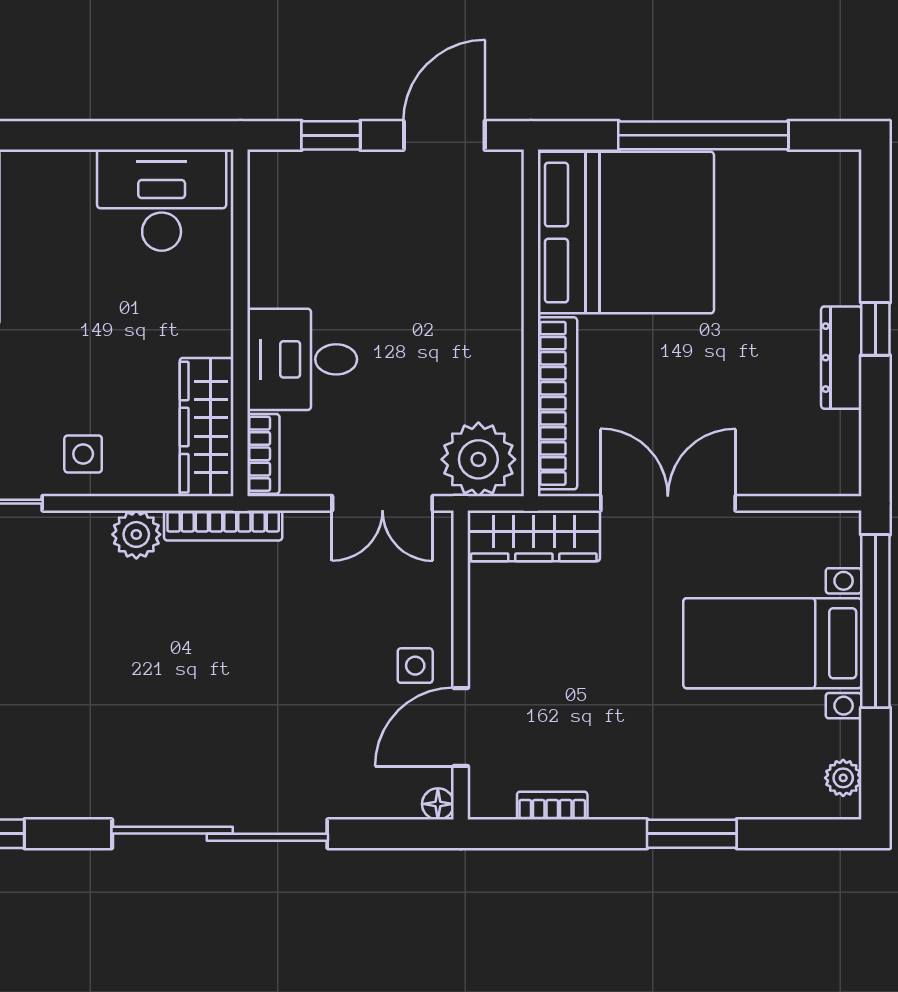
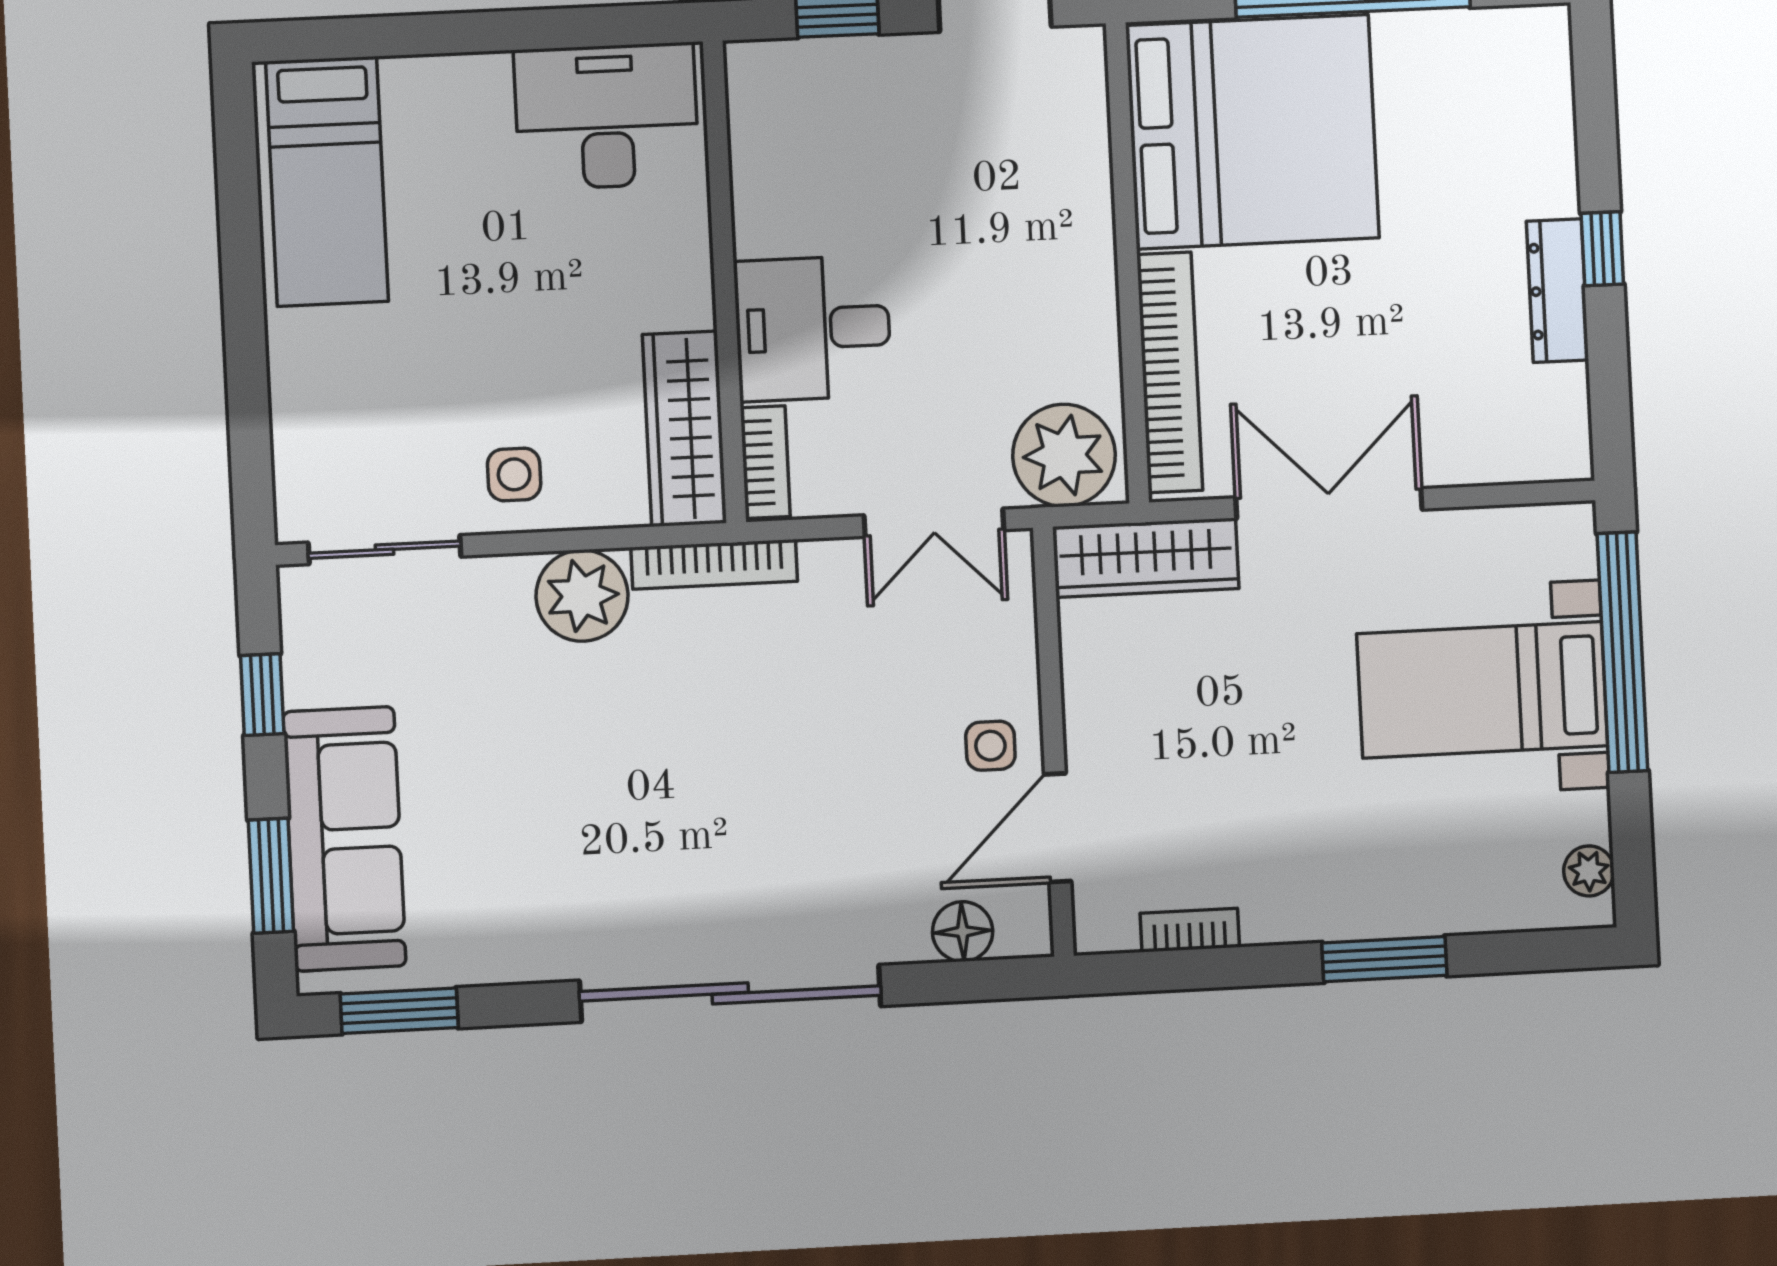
plant: (136, 534) -> (582, 596), width x1.36, depth x1.36
floor lamp: (438, 804) -> (963, 932), moved, width x1.37, depth x1.37

